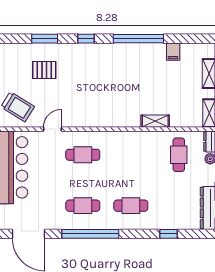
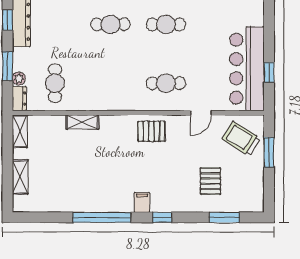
window: (45, 39) -> (224, 217), moved
filing cabinet: (173, 52) -> (142, 202), moved
pallet: (44, 70) -> (210, 181), turned 90
pallet: (95, 113) -> (151, 131), added

